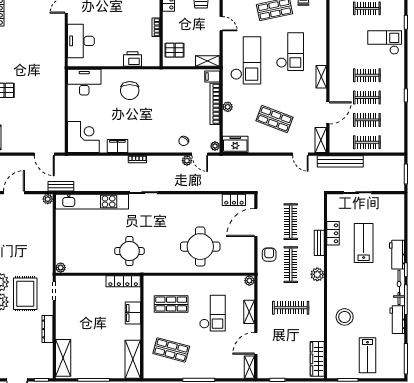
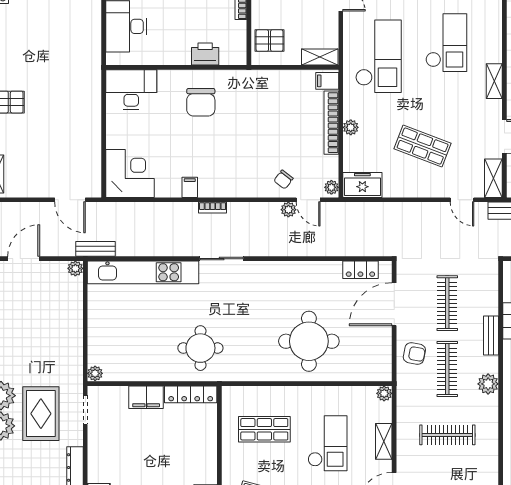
filing cabinet: (117, 146) -> (190, 187), width x0.50
armchair: (269, 255) -> (414, 354), turned 101
filing cabinet: (133, 313) -> (146, 397), moved, turned -90

